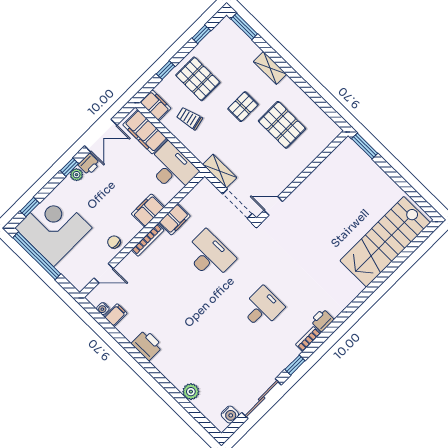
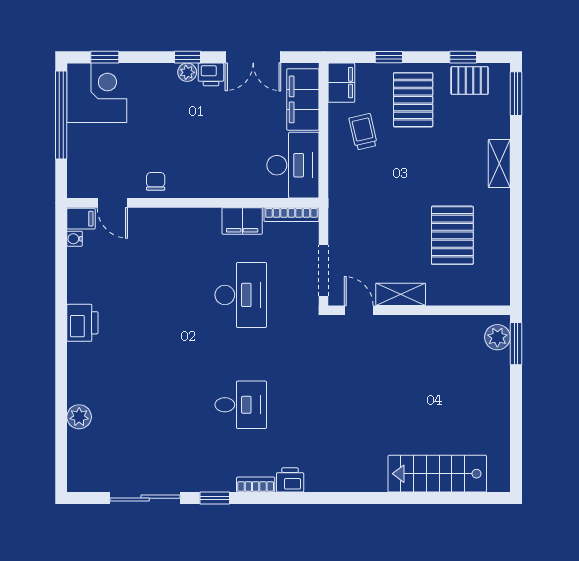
pallet: (243, 107) -> (470, 81), moved
plant: (353, 152) -> (497, 337), added
shelving: (220, 171) -> (401, 294), moved, turned 90
filing cabinet: (148, 210) -> (224, 184), removed
corner desk: (53, 228) -> (97, 93), width x0.74, depth x0.74
bookcase: (148, 240) -> (291, 215), moved
stairs: (385, 242) -> (437, 474), width x0.73, depth x0.66
filing cabinet: (116, 315) -> (81, 219), moved
water cooler: (230, 415) -> (96, 481), removed

